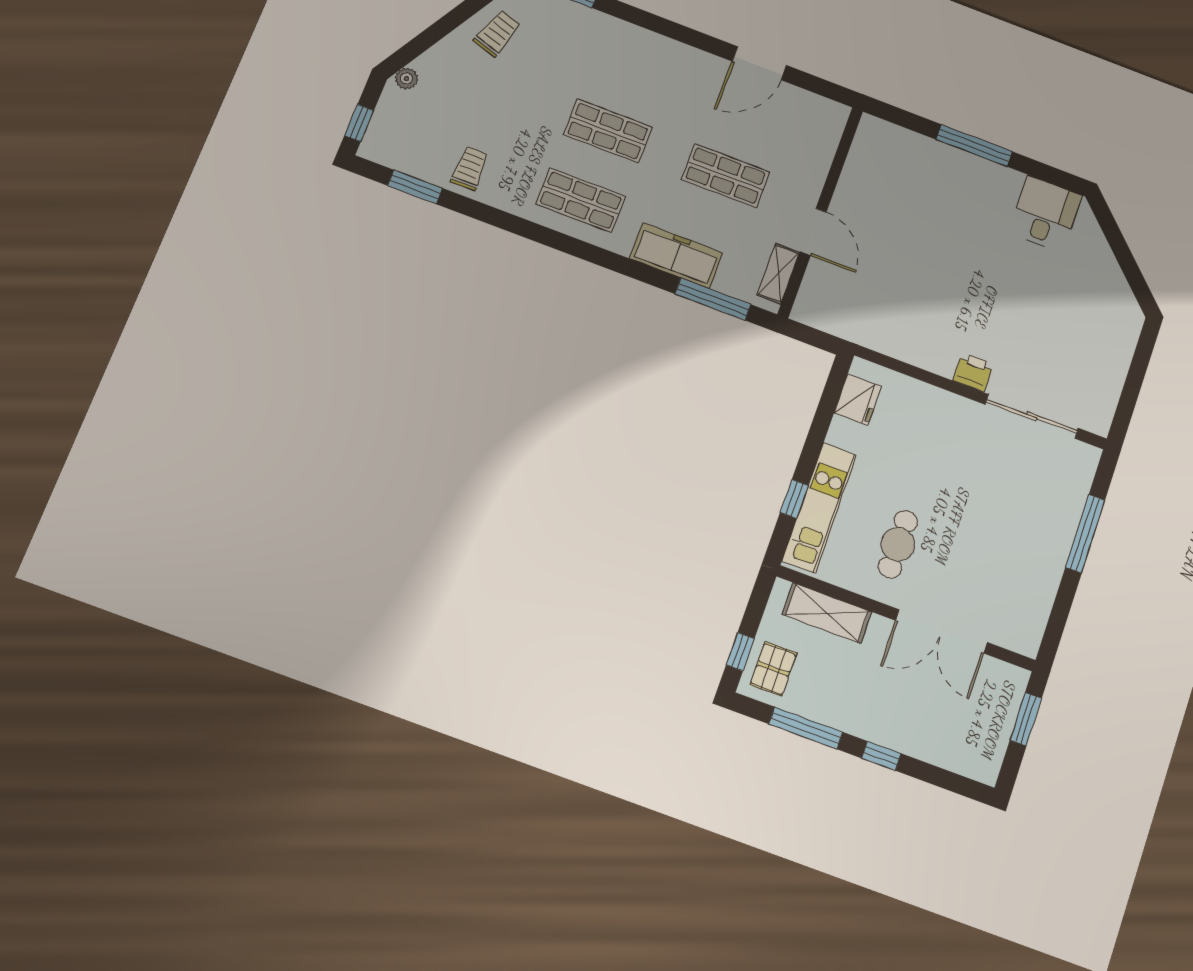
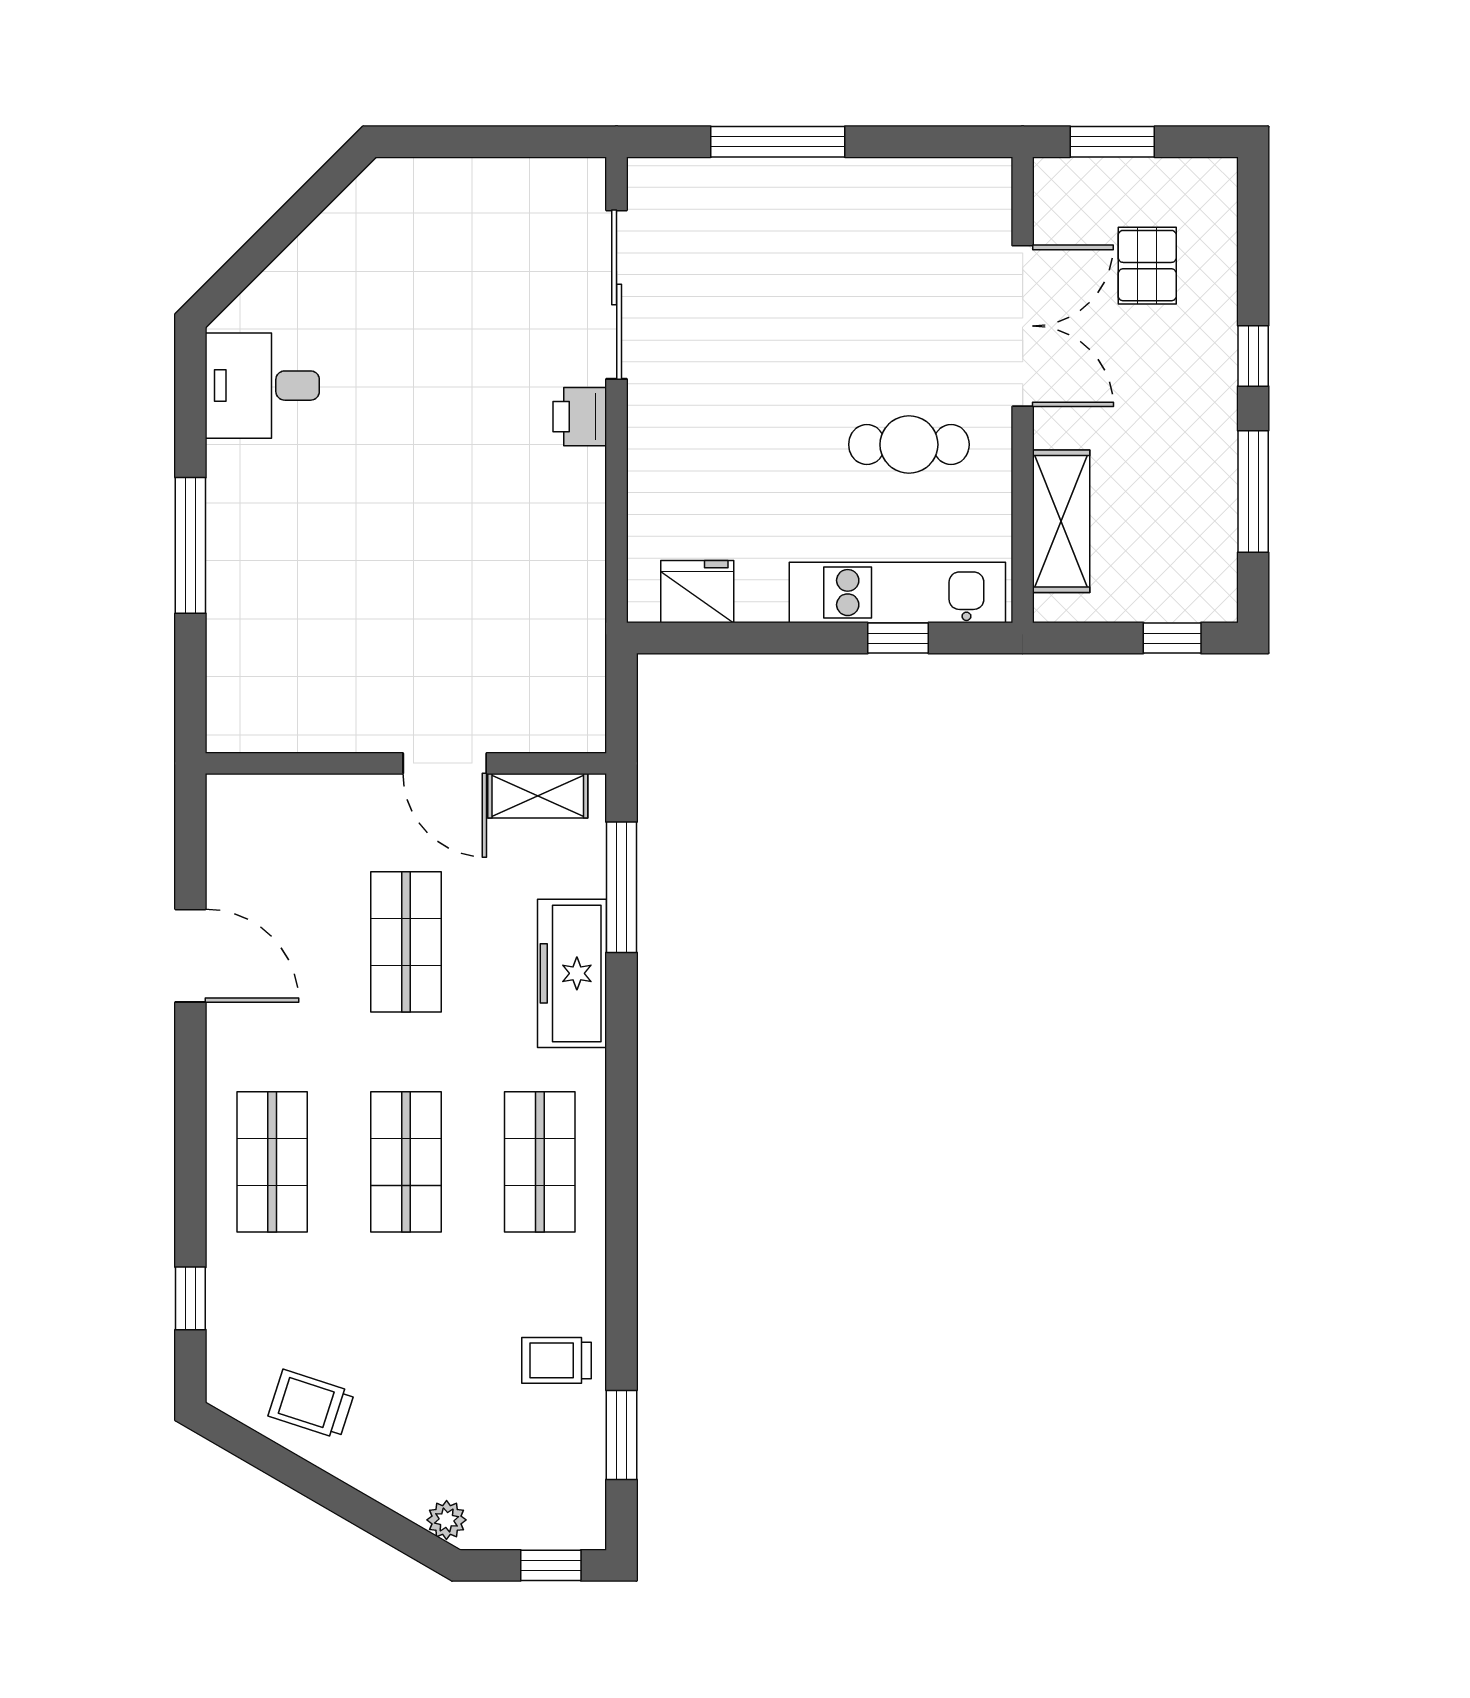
shop shelf: (634, 63) -> (272, 1162), added
door: (813, 232) -> (445, 763), swing flipped
pallet: (773, 669) -> (1147, 266), moved, turned 90

